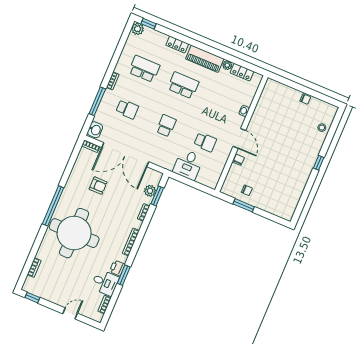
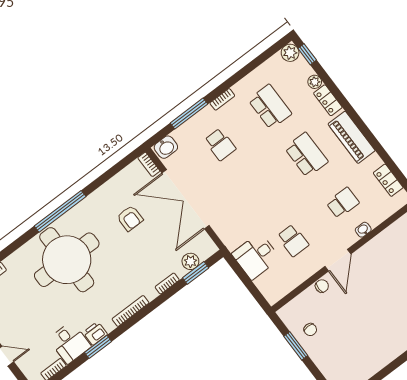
plant: (227, 65) -> (315, 82), moved
school desk: (166, 126) -> (343, 203), moved

